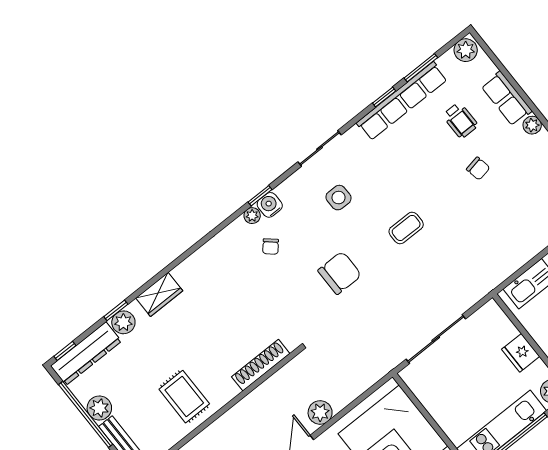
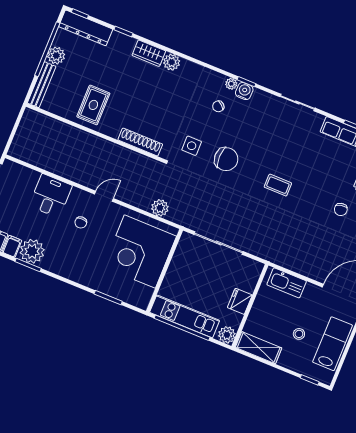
side table: (339, 198) -> (192, 146), moved
plant: (123, 322) -> (172, 62), moved
plant: (320, 413) -> (160, 208), moved

